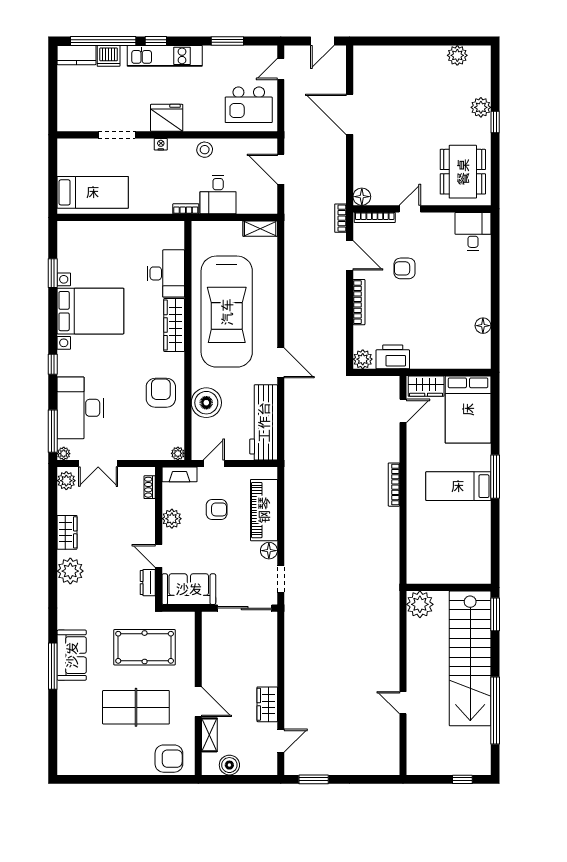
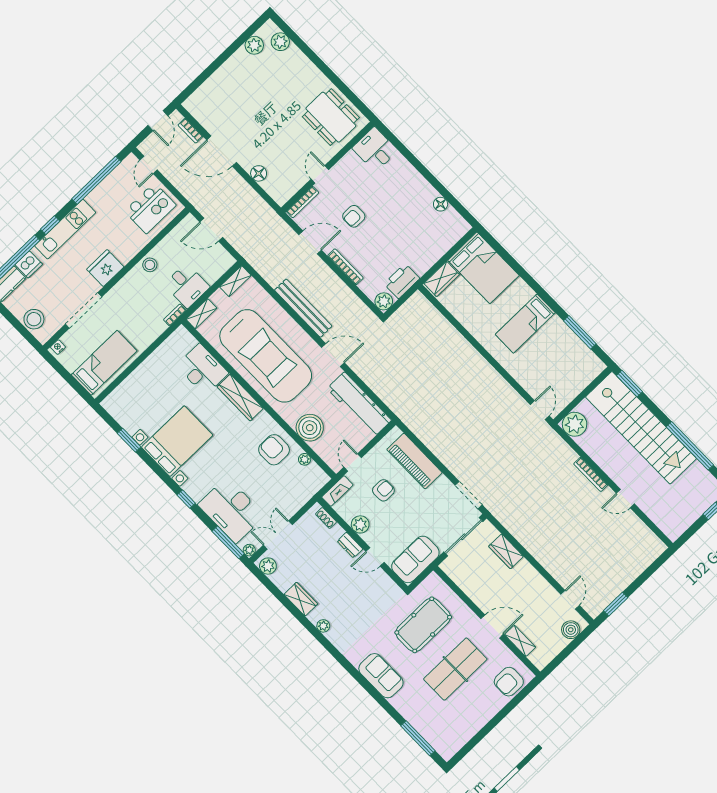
window: (227, 41) -> (96, 180), width x2.11
stool: (70, 103) -> (34, 319), added
plant: (481, 107) -> (280, 42), moved
window: (495, 122) -> (321, 65), removed
doorway: (117, 135) -> (84, 310), width x1.36
nightstand: (161, 144) -> (58, 347), moved
floor lamp: (362, 197) -> (259, 173), moved
bookcase: (340, 218) -> (190, 131), moved
shelving: (208, 228) -> (202, 314), added
bench: (293, 302) -> (303, 308), added
door: (403, 411) -> (540, 410), moved
plant: (178, 453) -> (305, 459), moved
double door: (98, 464) -> (278, 535), swing flipped
window: (495, 477) -> (580, 332), moved
bookcase: (394, 485) -> (591, 474), moved
floor lamp: (269, 551) -> (443, 484), removed
plant: (70, 571) -> (323, 626), width x0.53, depth x0.53
doorway: (281, 579) -> (469, 495), width x1.38
dresser: (148, 583) -> (350, 545), moved
window: (53, 666) -> (418, 738), moved
wardrobe: (267, 704) -> (506, 551), moved
armchair: (169, 759) -> (509, 682), turned 180
boiler: (229, 765) -> (571, 630), moved

